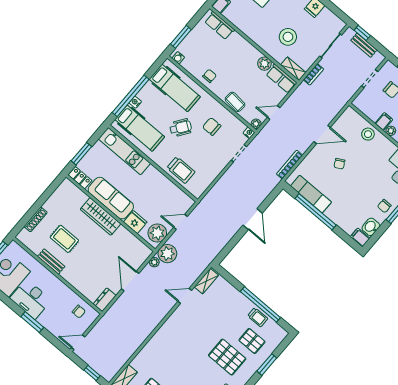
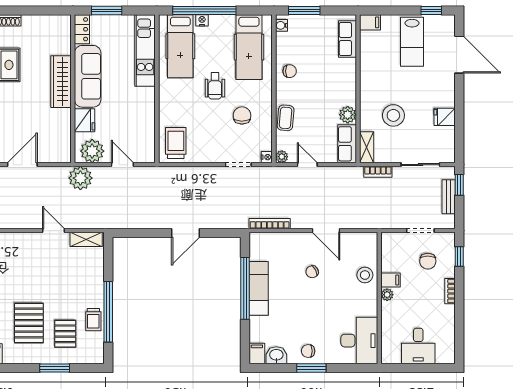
wheelchair: (181, 128) -> (215, 86), turned 55
trolley: (181, 170) -> (176, 143), moved, turned 180
exam couch: (311, 194) -> (259, 288), moved
plant: (154, 262) -> (61, 172), removed

